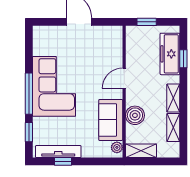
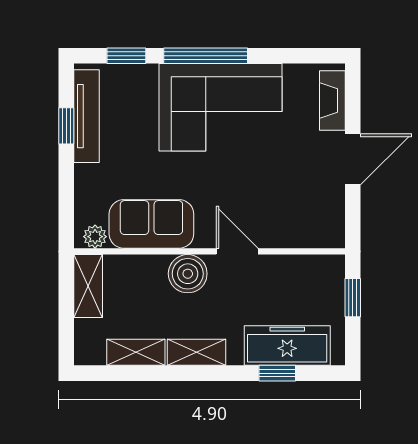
fireplace: (51, 32) -> (332, 100), added
boiler: (135, 115) -> (188, 274), moved

